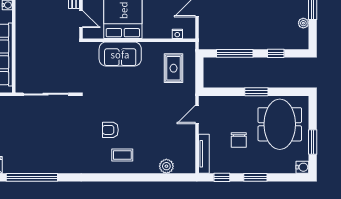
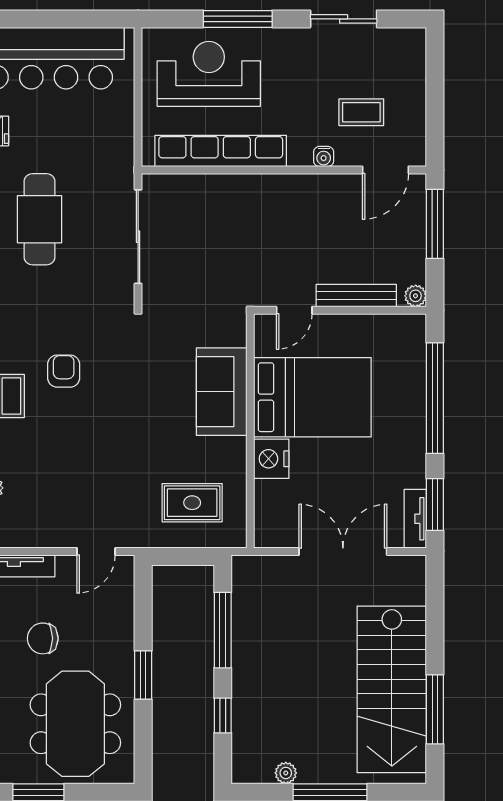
nightstand: (177, 34) -> (271, 459), moved, width x1.89, depth x1.79
door: (197, 114) -> (96, 551), swing flipped
meeting table: (280, 124) -> (75, 724), turned 90
cafe table: (37, 141) -> (40, 219), added

